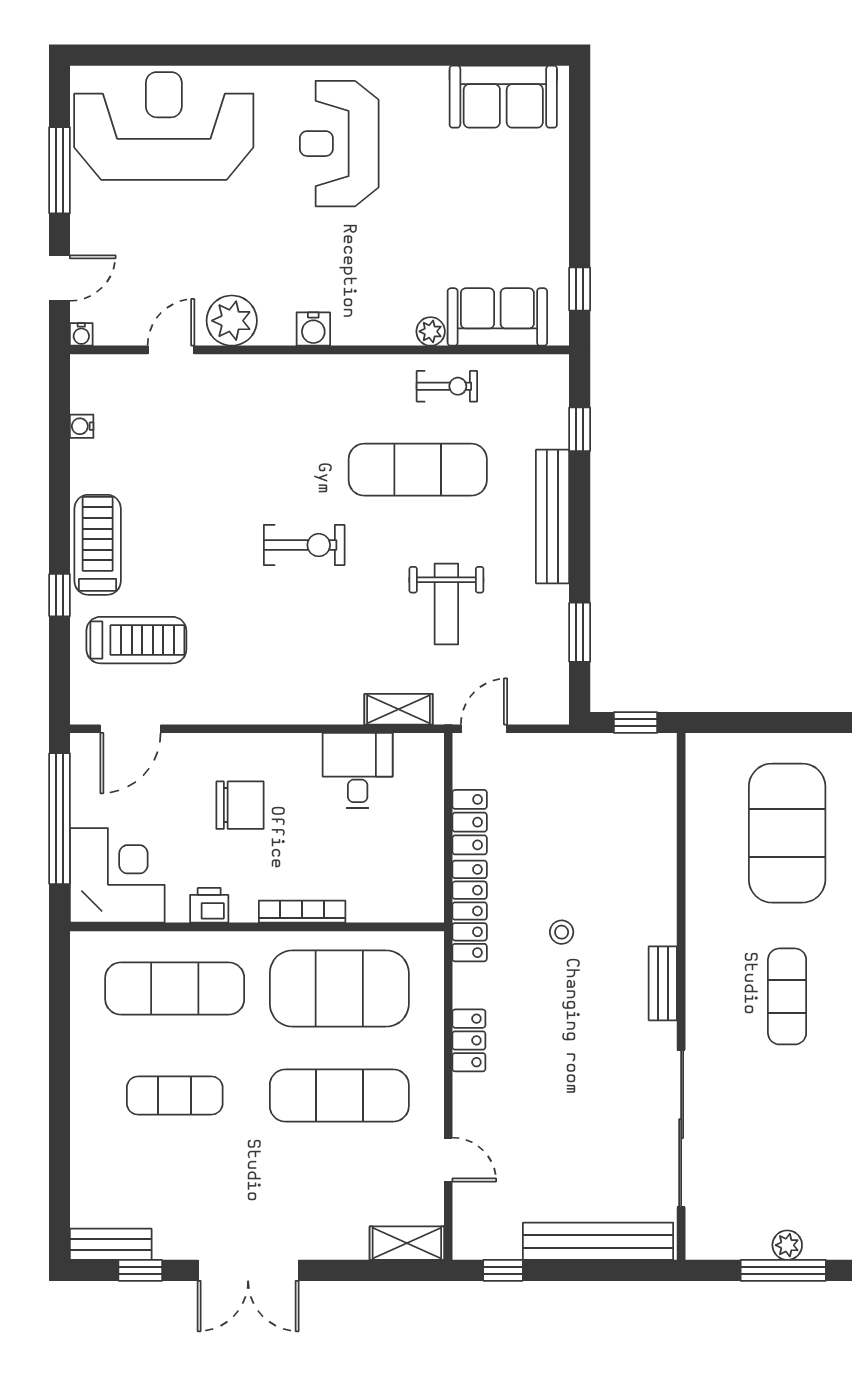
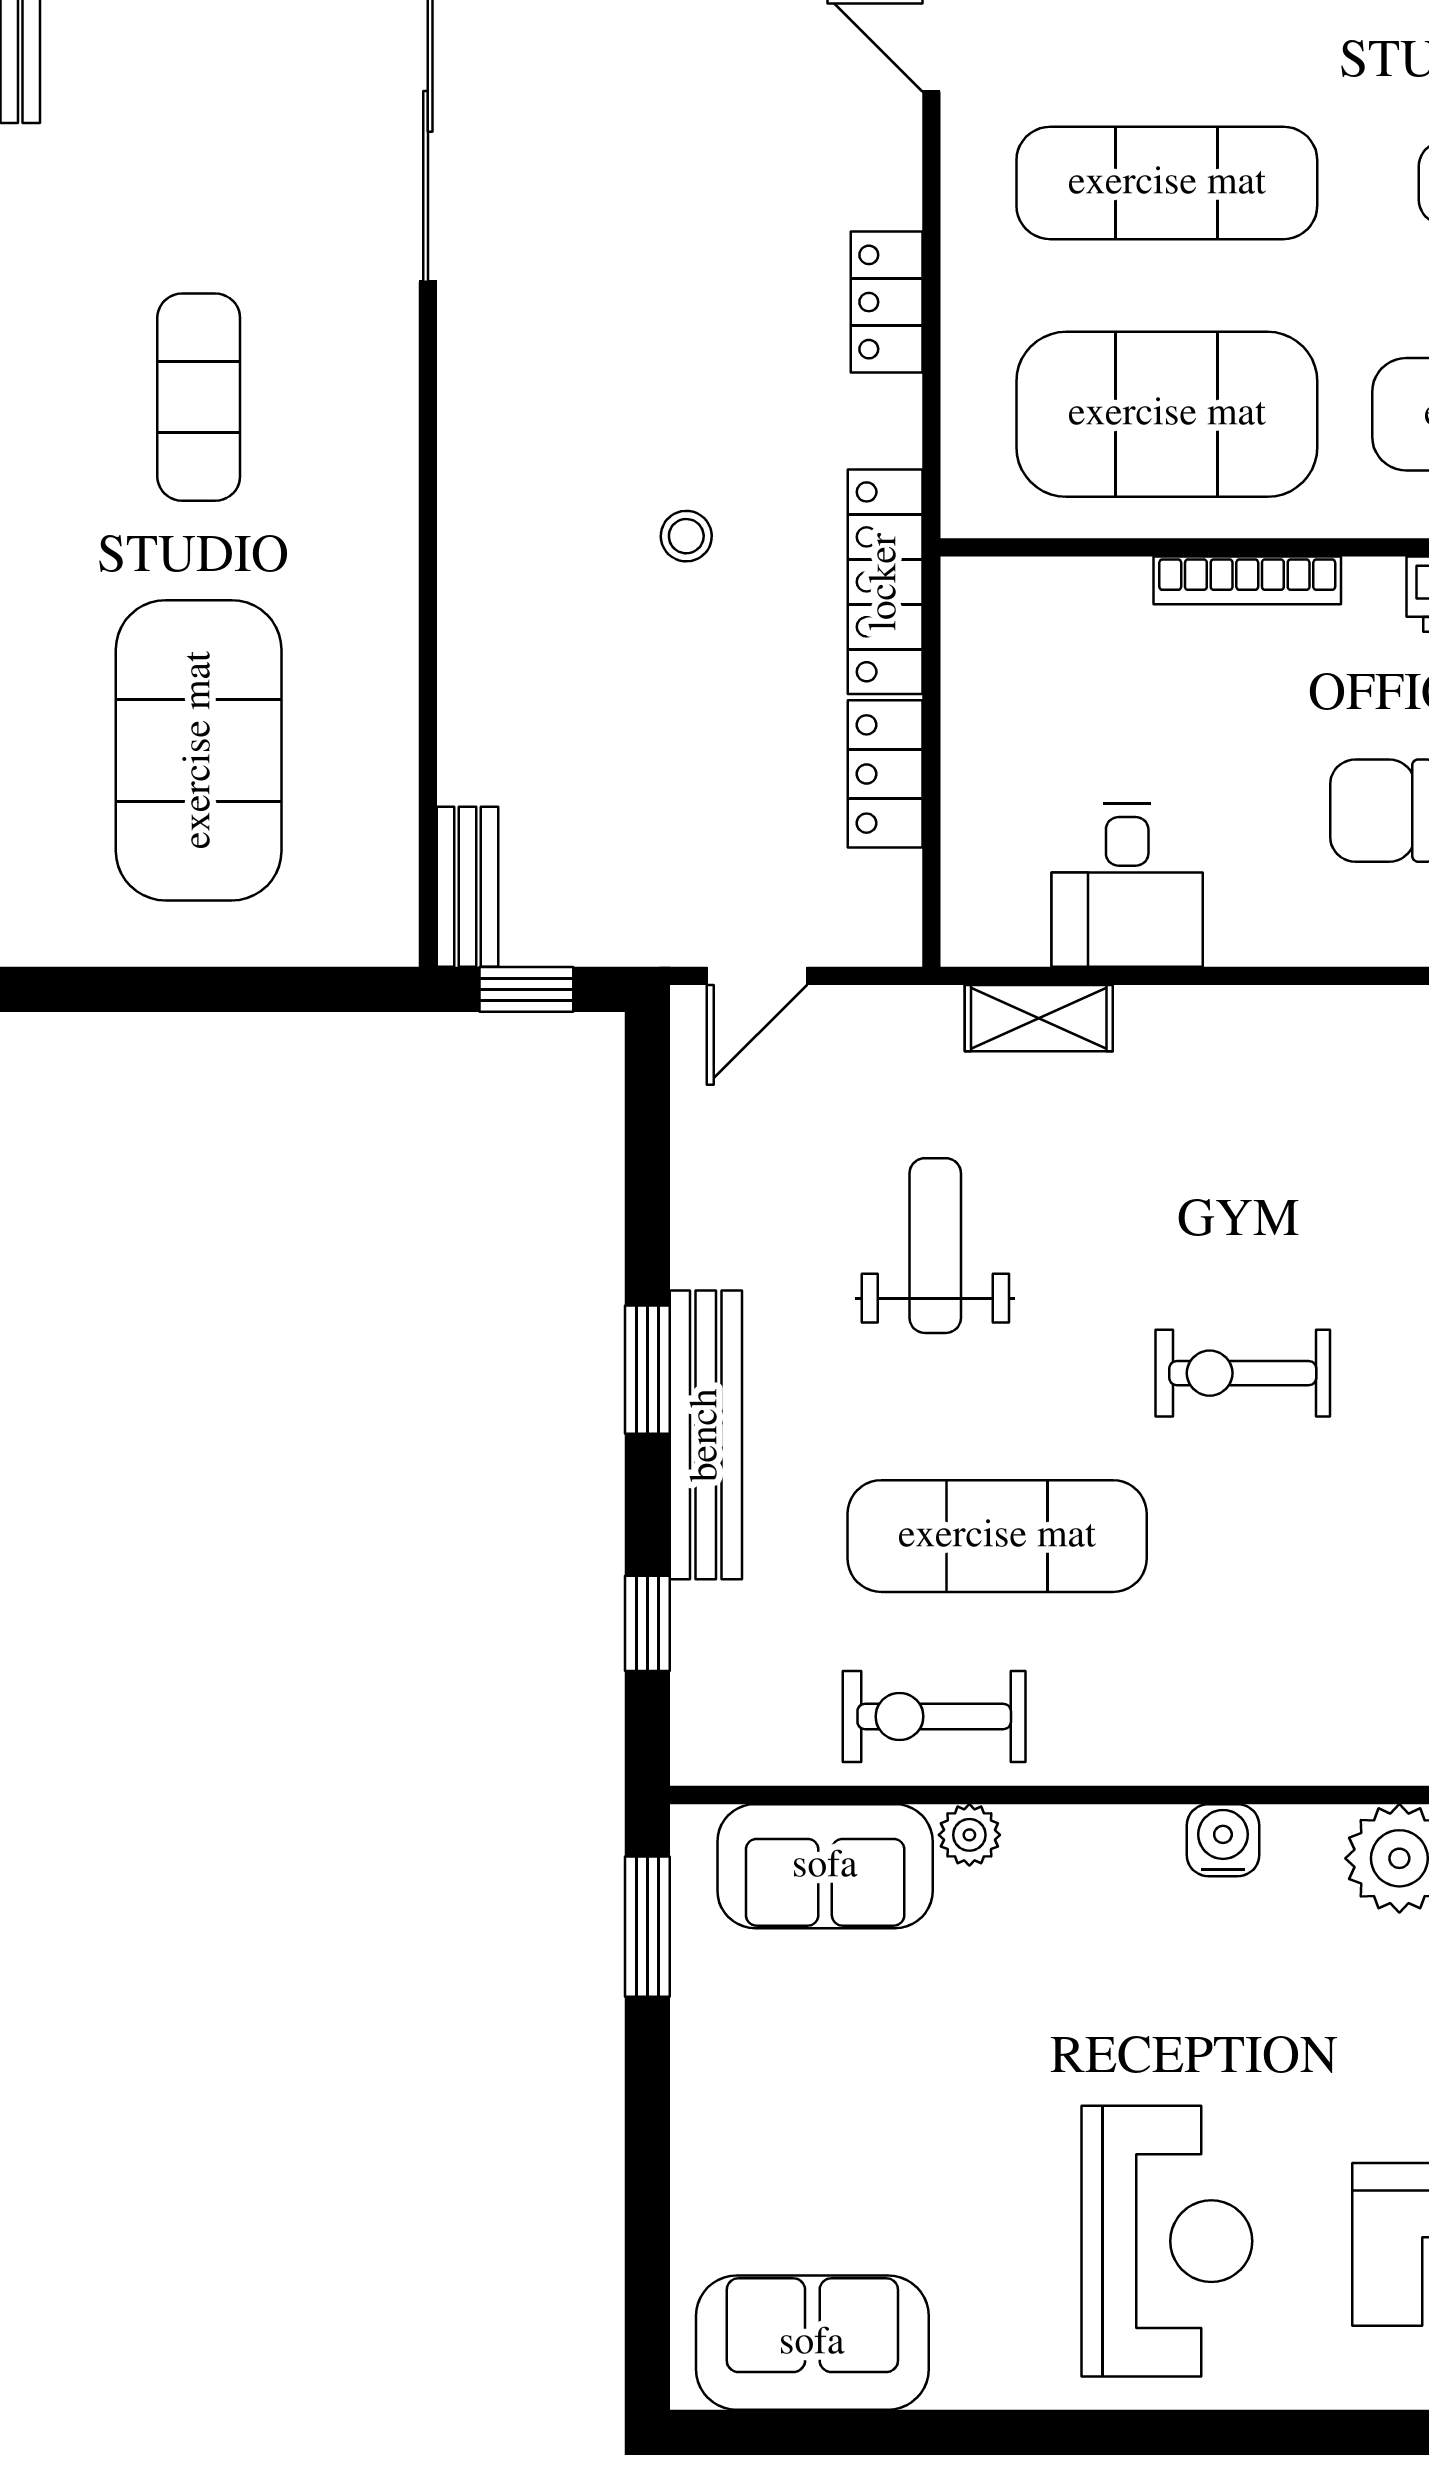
window: (580, 289) -> (647, 1927), width x1.50
exercise bike: (447, 386) -> (934, 1716), width x1.38, depth x1.39
window: (580, 632) -> (647, 1370), moved
door: (484, 729) -> (757, 976), moved
bench: (663, 983) -> (467, 887), moved

